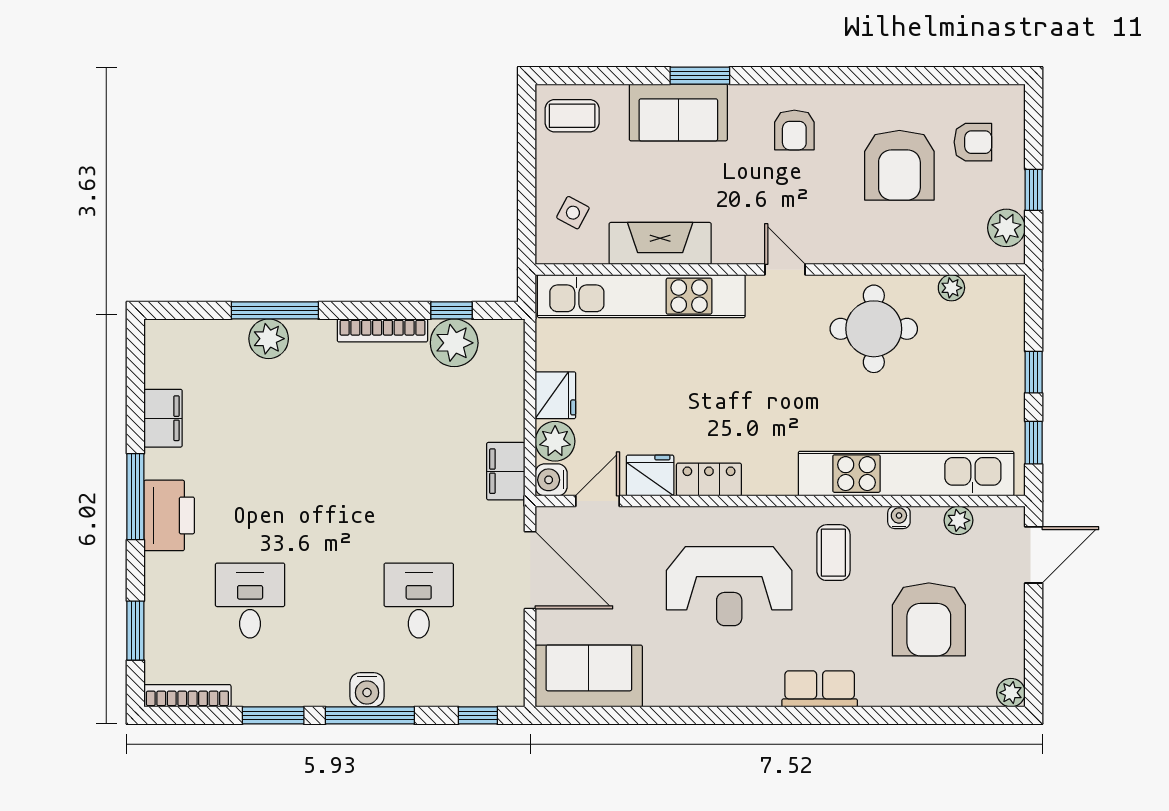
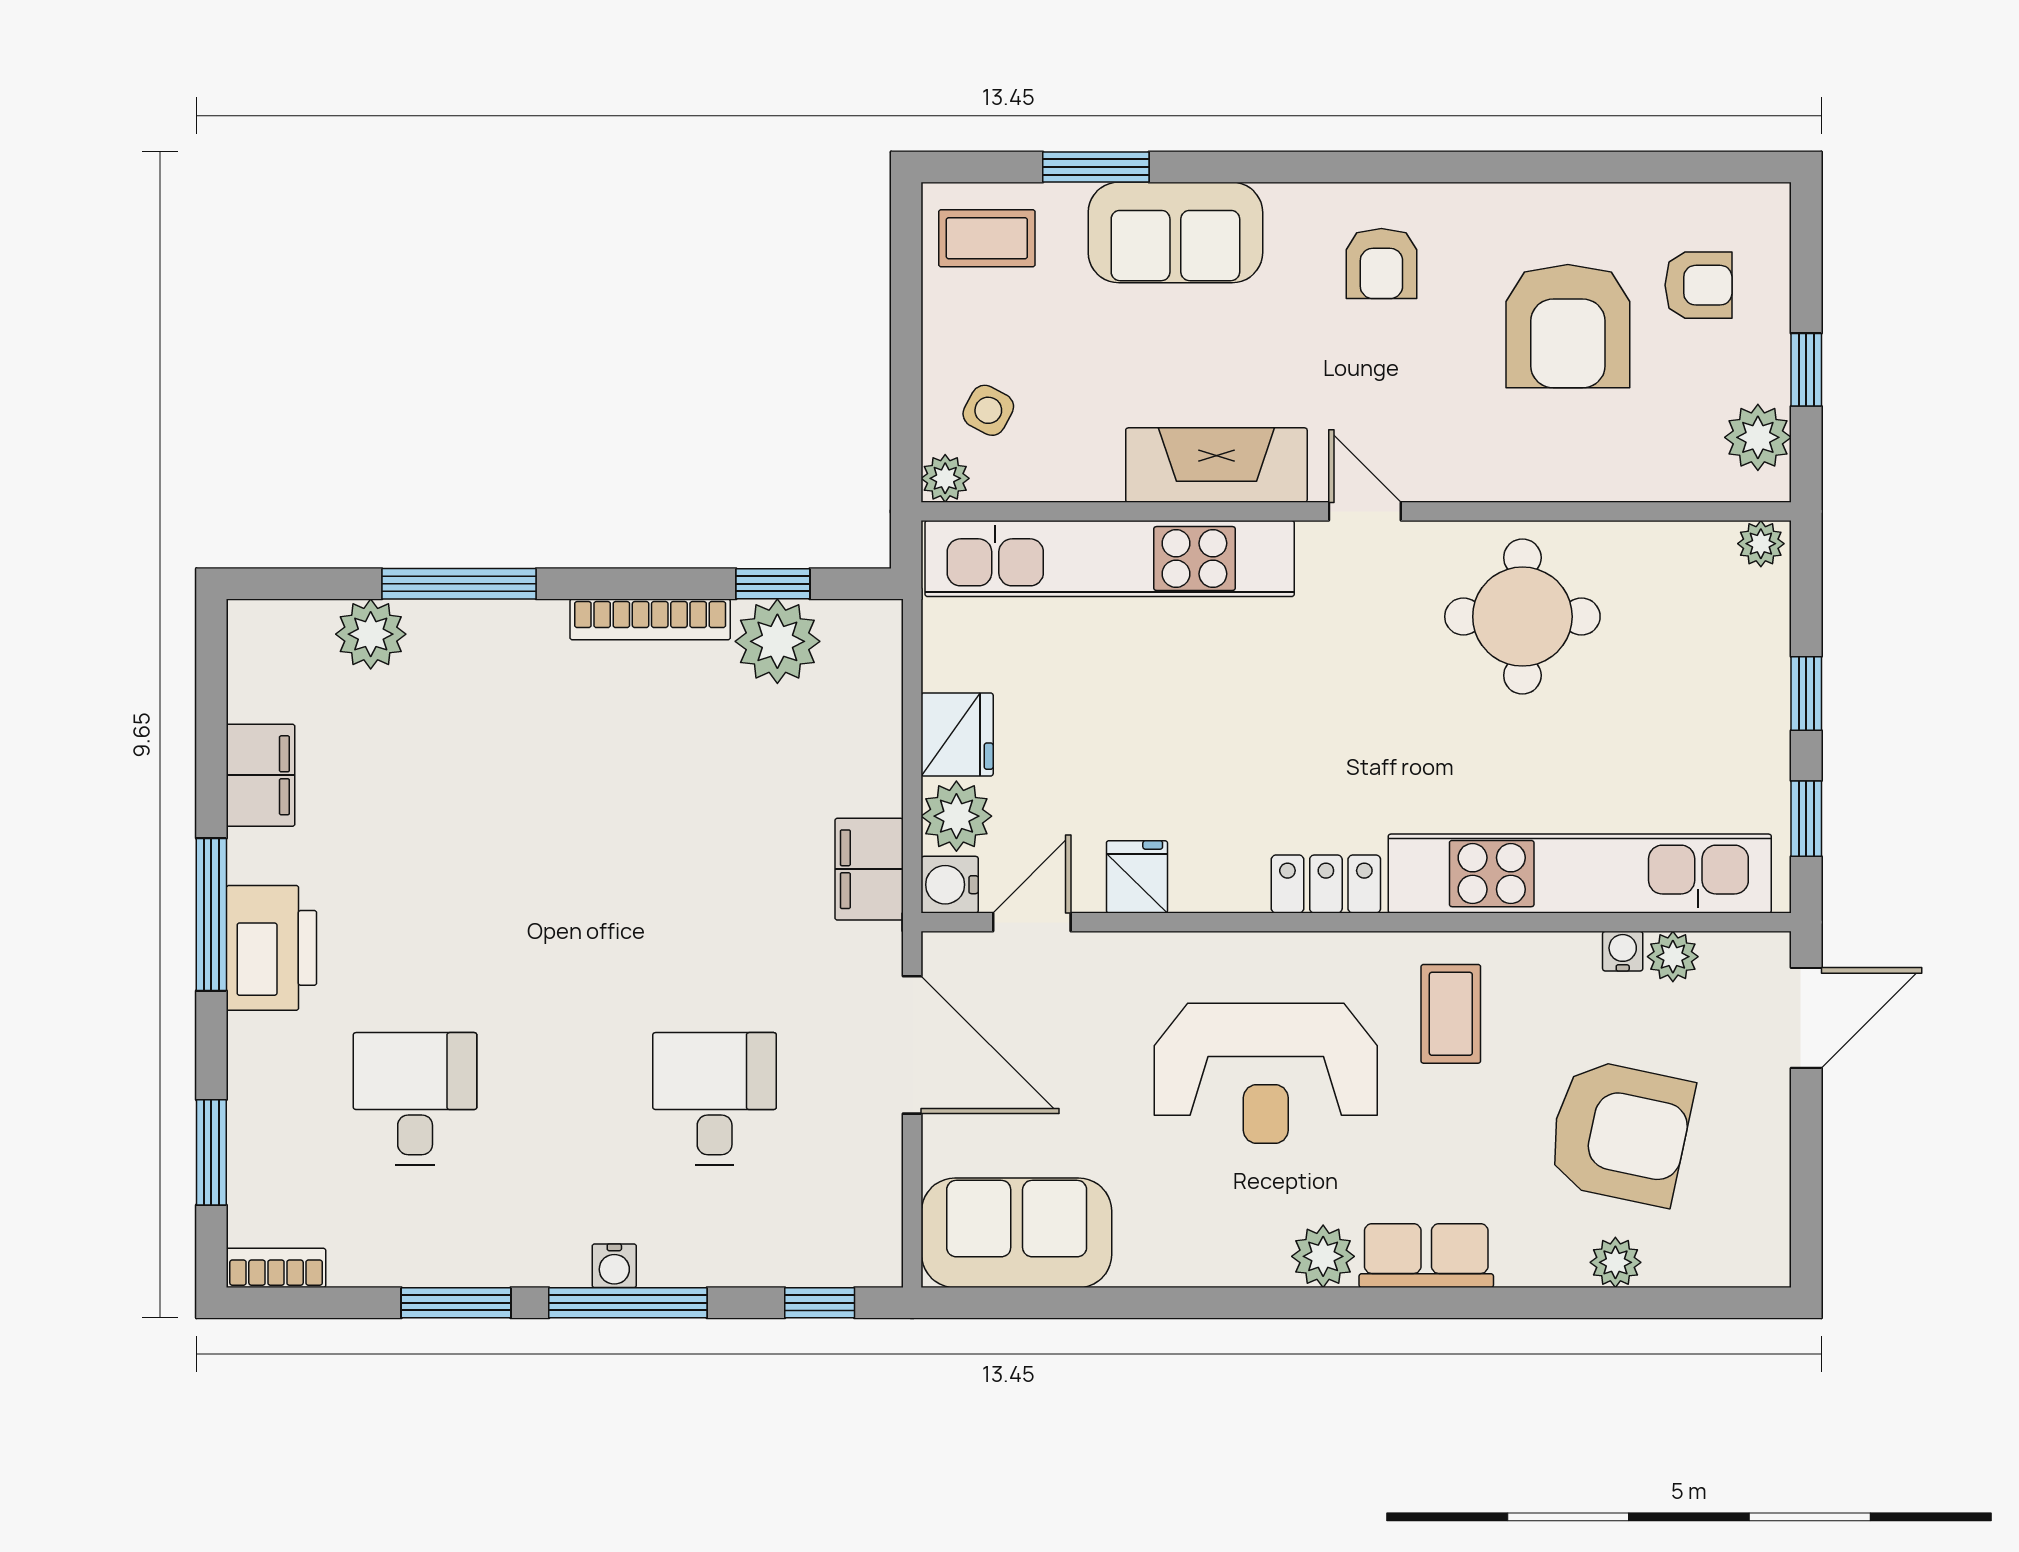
window: (700, 76) -> (1096, 167), moved
fireplace: (660, 243) -> (1216, 465), moved
plant: (549, 251) -> (945, 478), added
plant: (951, 288) -> (1761, 544), moved
plant: (269, 339) -> (371, 634), moved
fridge: (650, 475) -> (1137, 877), width x0.72
locker: (709, 479) -> (1326, 884), moved
water cooler: (899, 517) -> (1623, 951), moved
armchair: (929, 619) -> (1620, 1132), turned -78
plant: (761, 689) -> (1323, 1256), added
water cooler: (367, 690) -> (614, 1266), width x0.72, depth x0.72
plant: (1011, 693) -> (1615, 1262), moved
bookcase: (187, 696) -> (276, 1268), width x0.64

